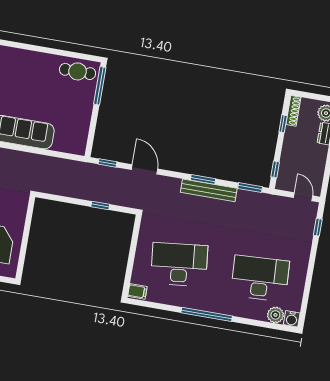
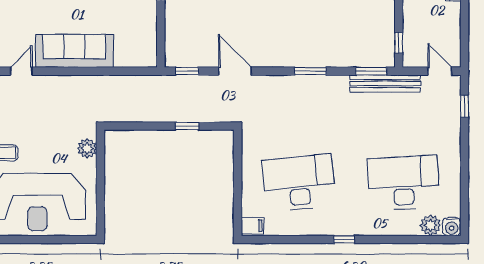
bench: (209, 190) -> (385, 84), moved
plant: (20, 209) -> (87, 148), added
window: (207, 314) -> (344, 239), width x0.32

